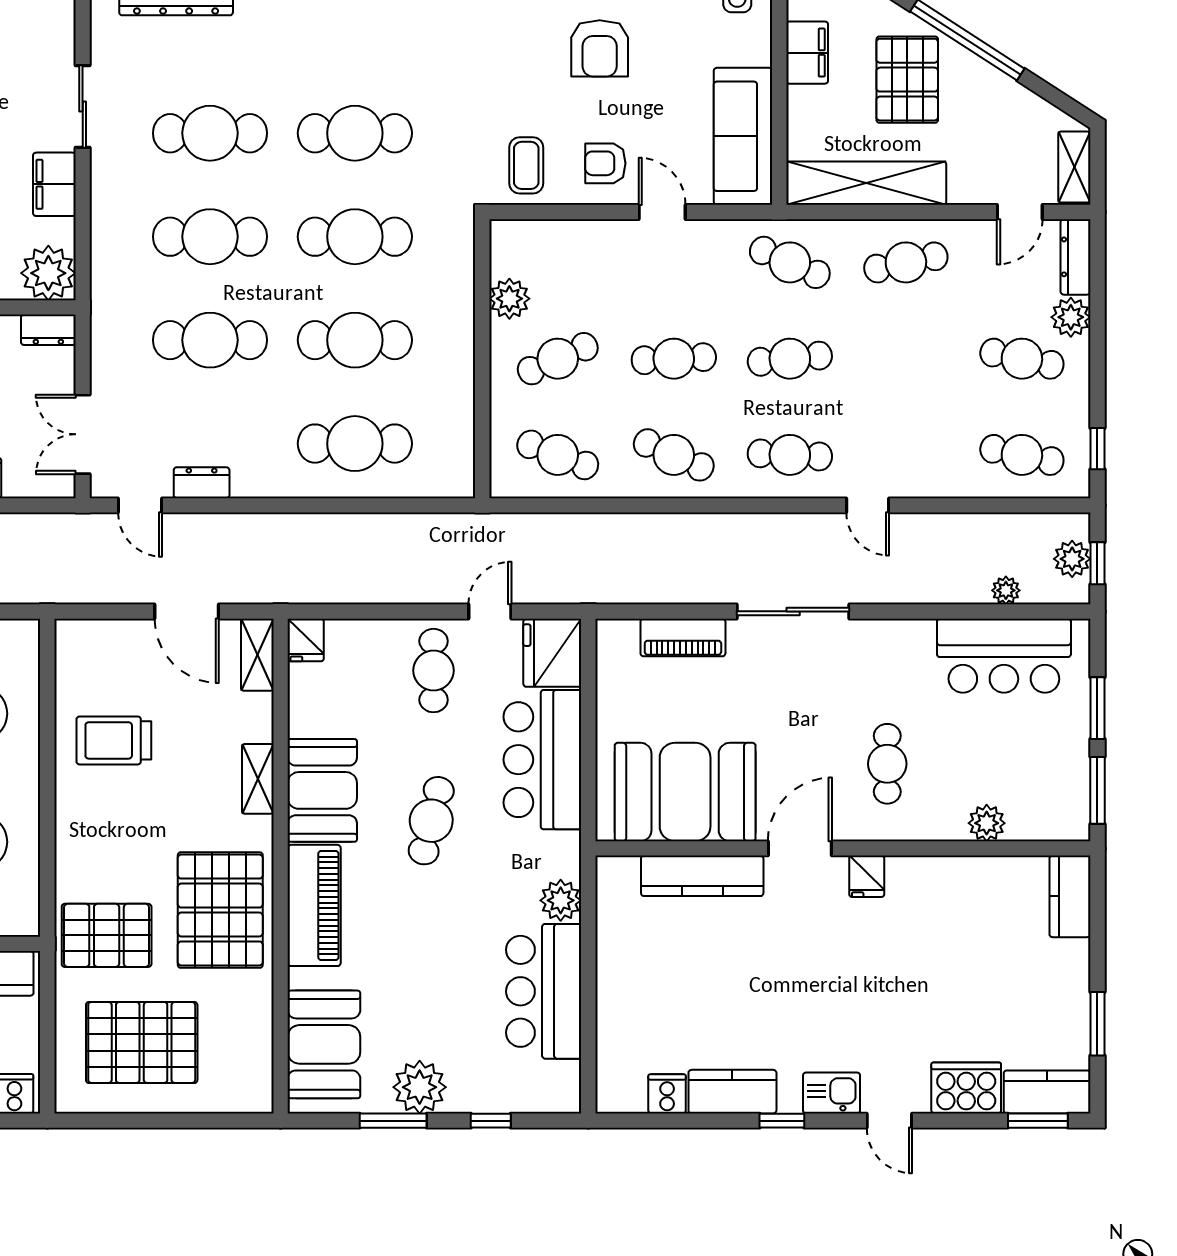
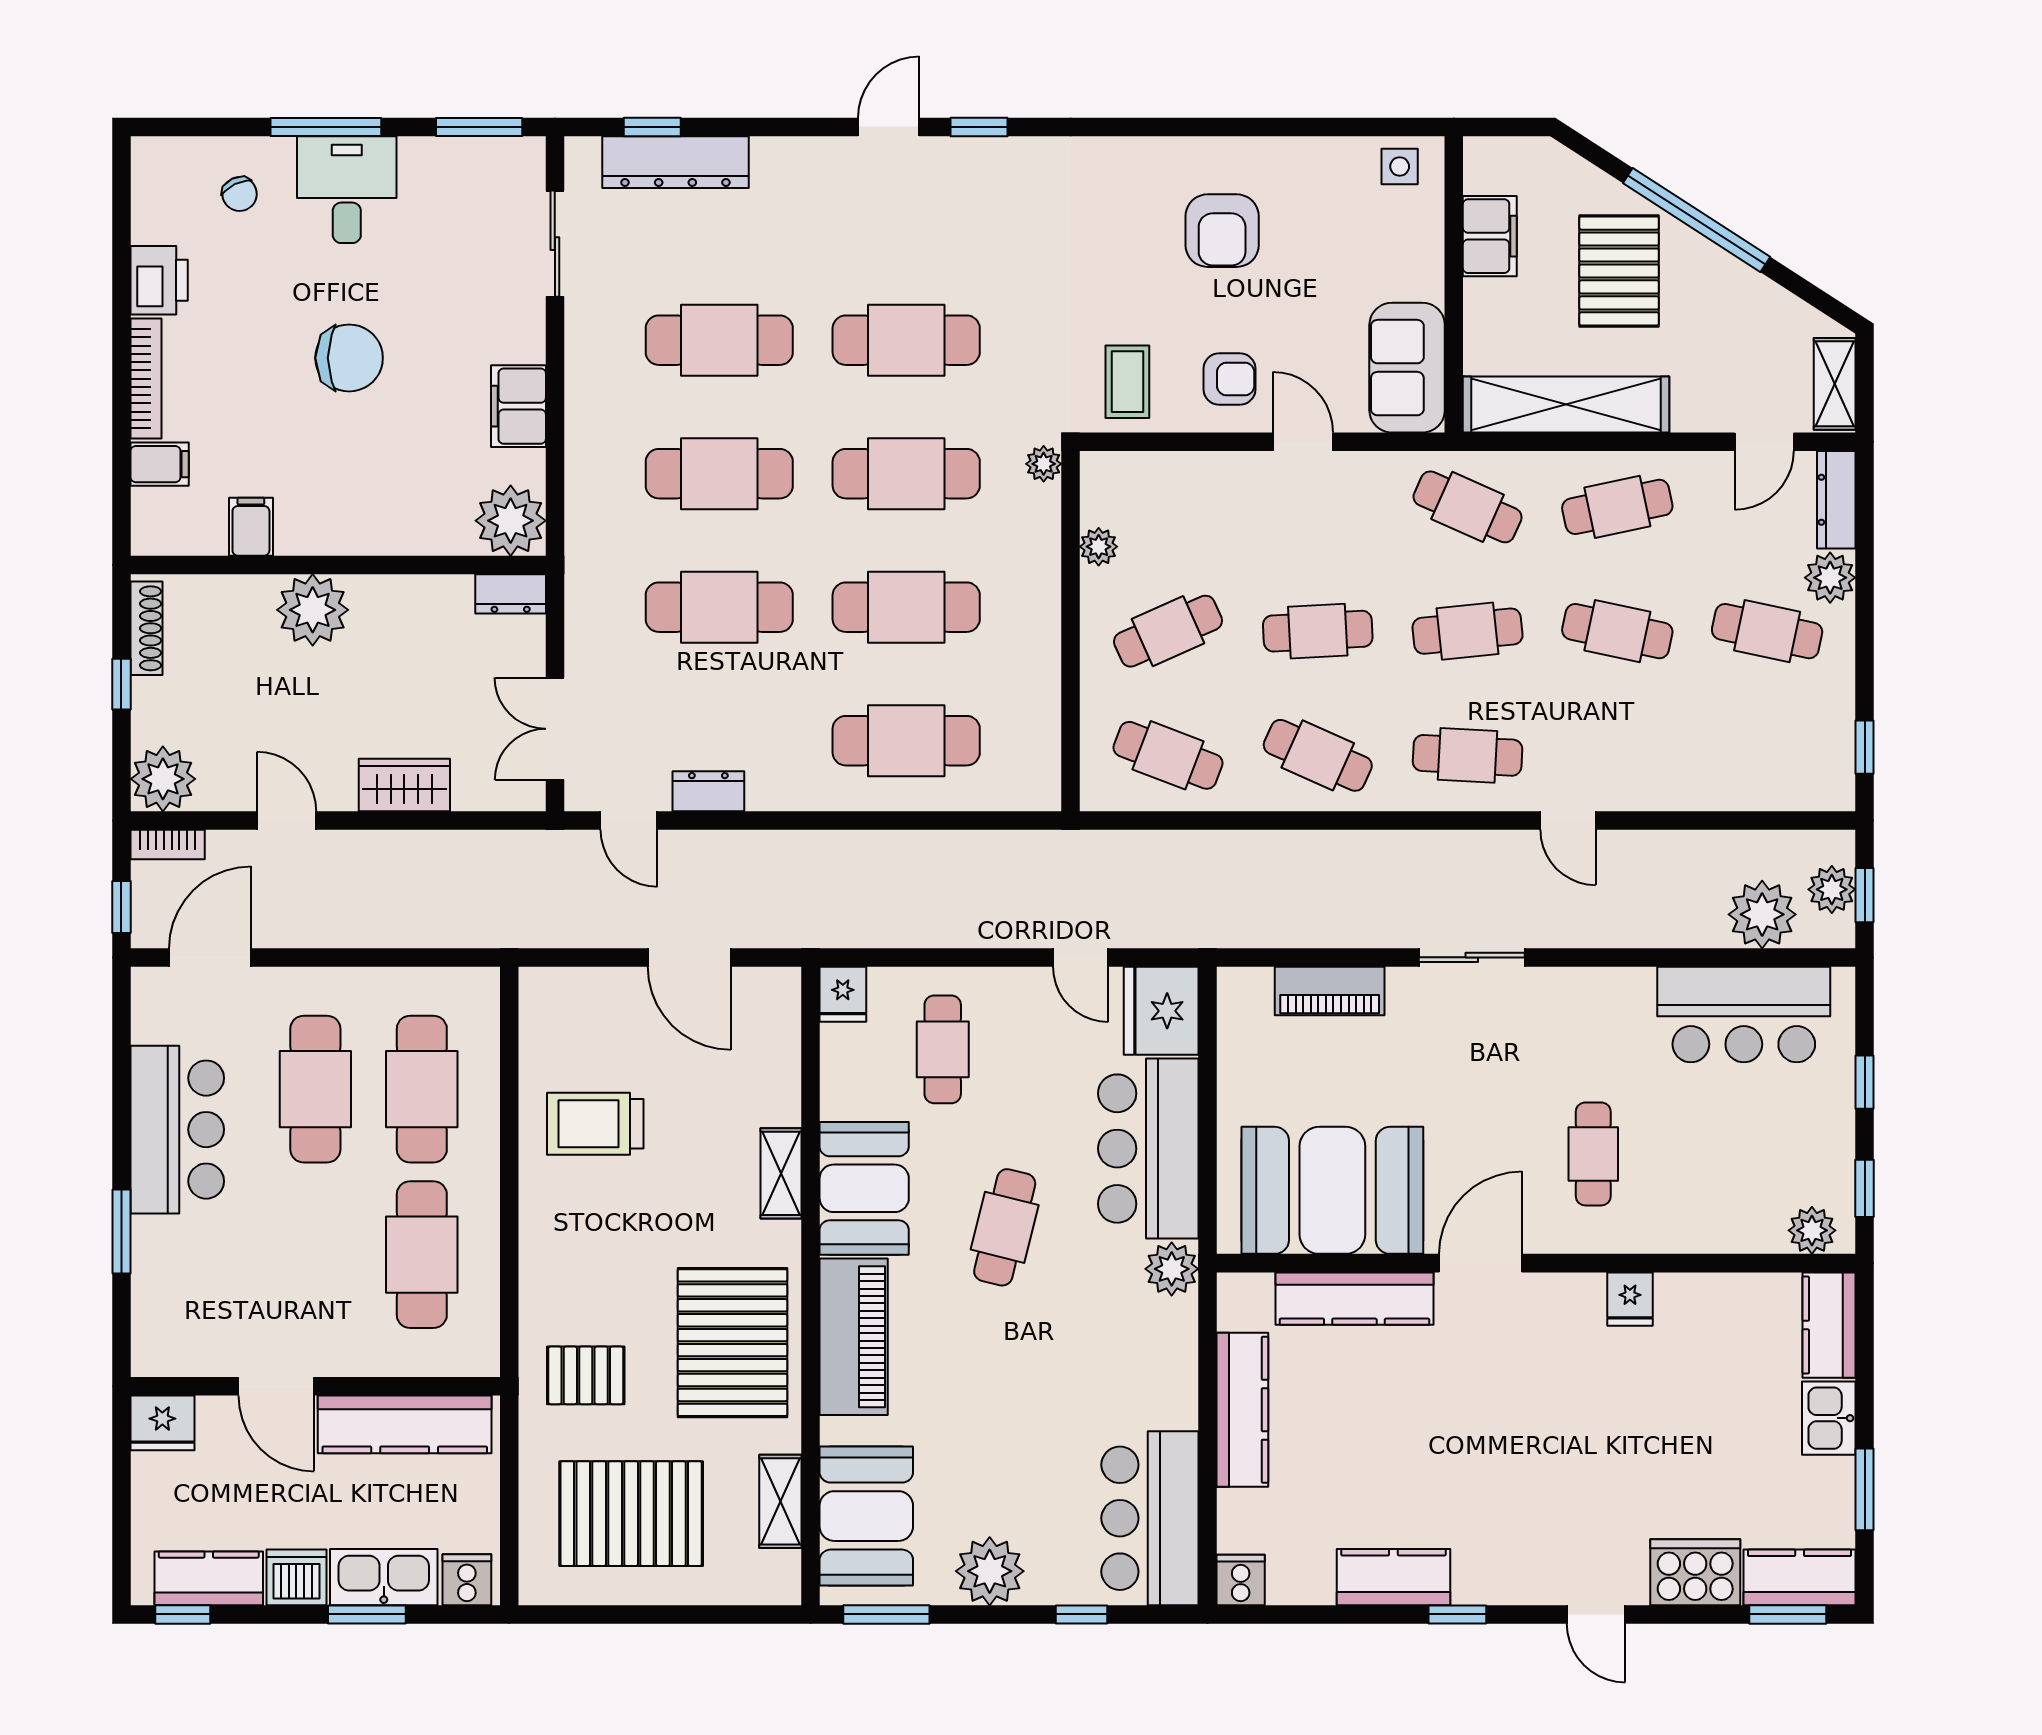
sliding door: (83, 106) -> (555, 244), moved
sofa: (743, 136) -> (1407, 368), width x0.73
armchair: (605, 163) -> (1229, 379), turned 180
plant: (461, 229) -> (1044, 464), added
plant: (509, 299) -> (1099, 547), width x0.73, depth x0.73
cafe table: (1022, 455) -> (1617, 631), moved
plant: (1006, 590) -> (1762, 914), width x1.88, depth x1.88
door: (490, 611) -> (1081, 957), swing flipped
sliding door: (793, 611) -> (1472, 957), width x0.73
shelving: (257, 655) -> (780, 1501), moved
cafe table: (434, 671) -> (943, 1049), moved
window: (1097, 708) -> (1865, 1082), width x0.67
window: (1097, 790) -> (1865, 1188), width x0.67
plant: (987, 823) -> (1812, 1230), moved
fridge: (867, 876) -> (1630, 1299), moved
plant: (561, 900) -> (1172, 1269), moved
pallet: (107, 935) -> (586, 1375), width x0.67, depth x0.71
kitchen counter: (615, 962) -> (1242, 1410), added
bar counter: (544, 991) -> (1150, 1518), moved
kitchen sink: (832, 1093) -> (1829, 1418), moved, turned -90
cooker: (667, 1094) -> (1241, 1580), moved
window: (393, 1121) -> (886, 1614), moved

